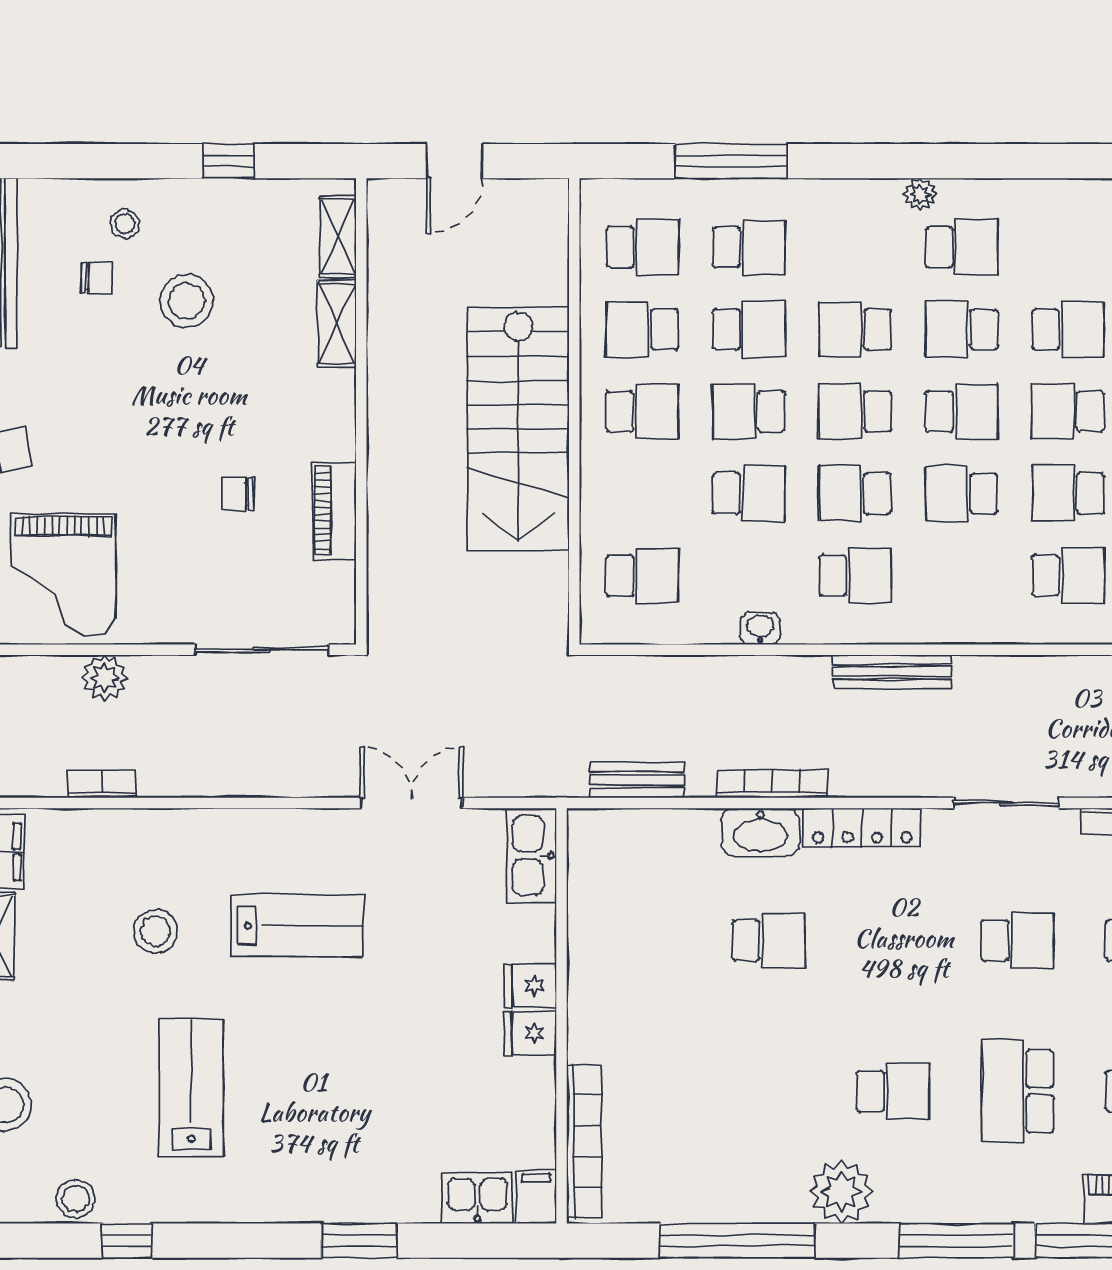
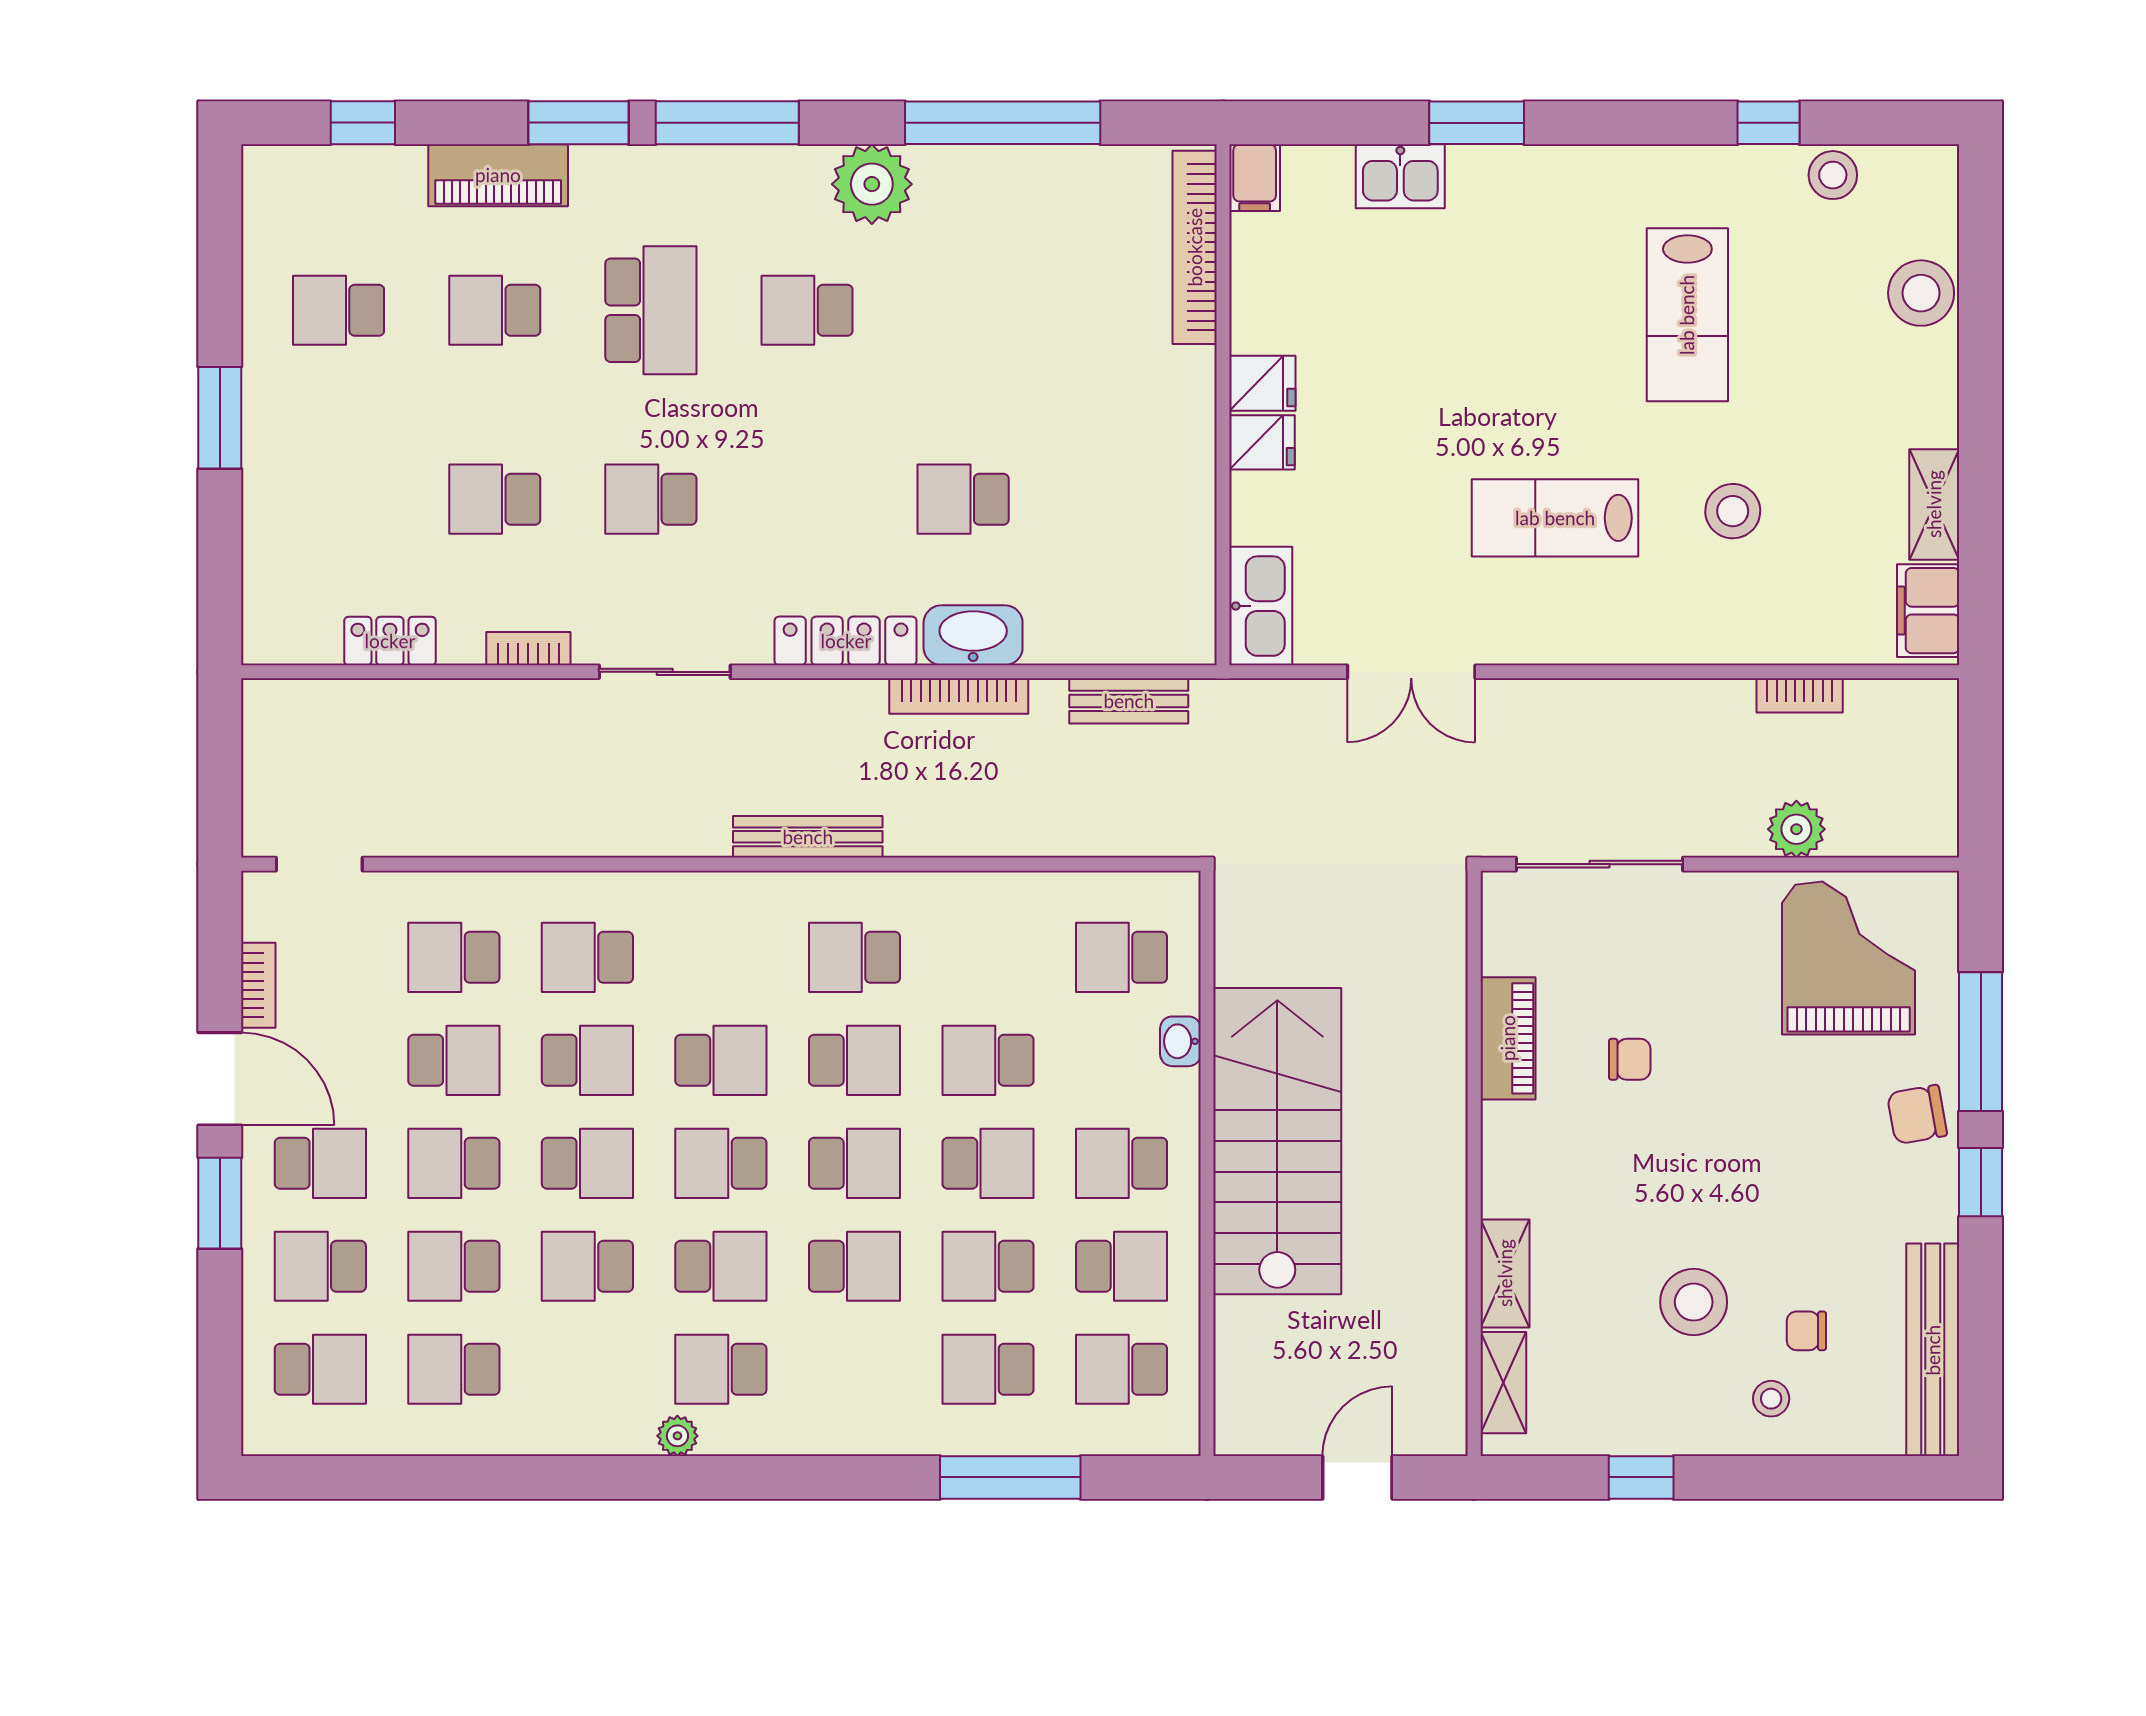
plant: (920, 194) -> (677, 1436), moved
washbasin: (760, 629) -> (1180, 1041), moved, turned 90
kitchen sink: (477, 1198) -> (1400, 176), moved

